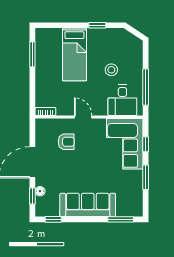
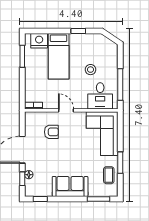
nightstand: (52, 36) -> (39, 41), added
window: (146, 144) -> (120, 134), removed
coffee table: (132, 192) -> (109, 175), added
sofa: (88, 205) -> (70, 186), width x0.73

